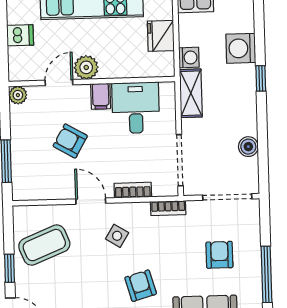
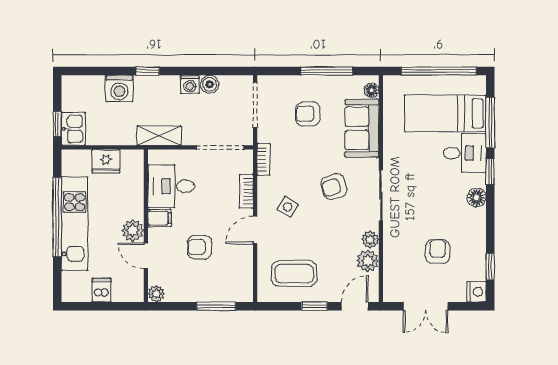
washing machine: (189, 58) -> (190, 84), moved, turned 180
armchair: (70, 141) -> (200, 247), turned 60
coffee table: (44, 245) -> (294, 274), turned -68

